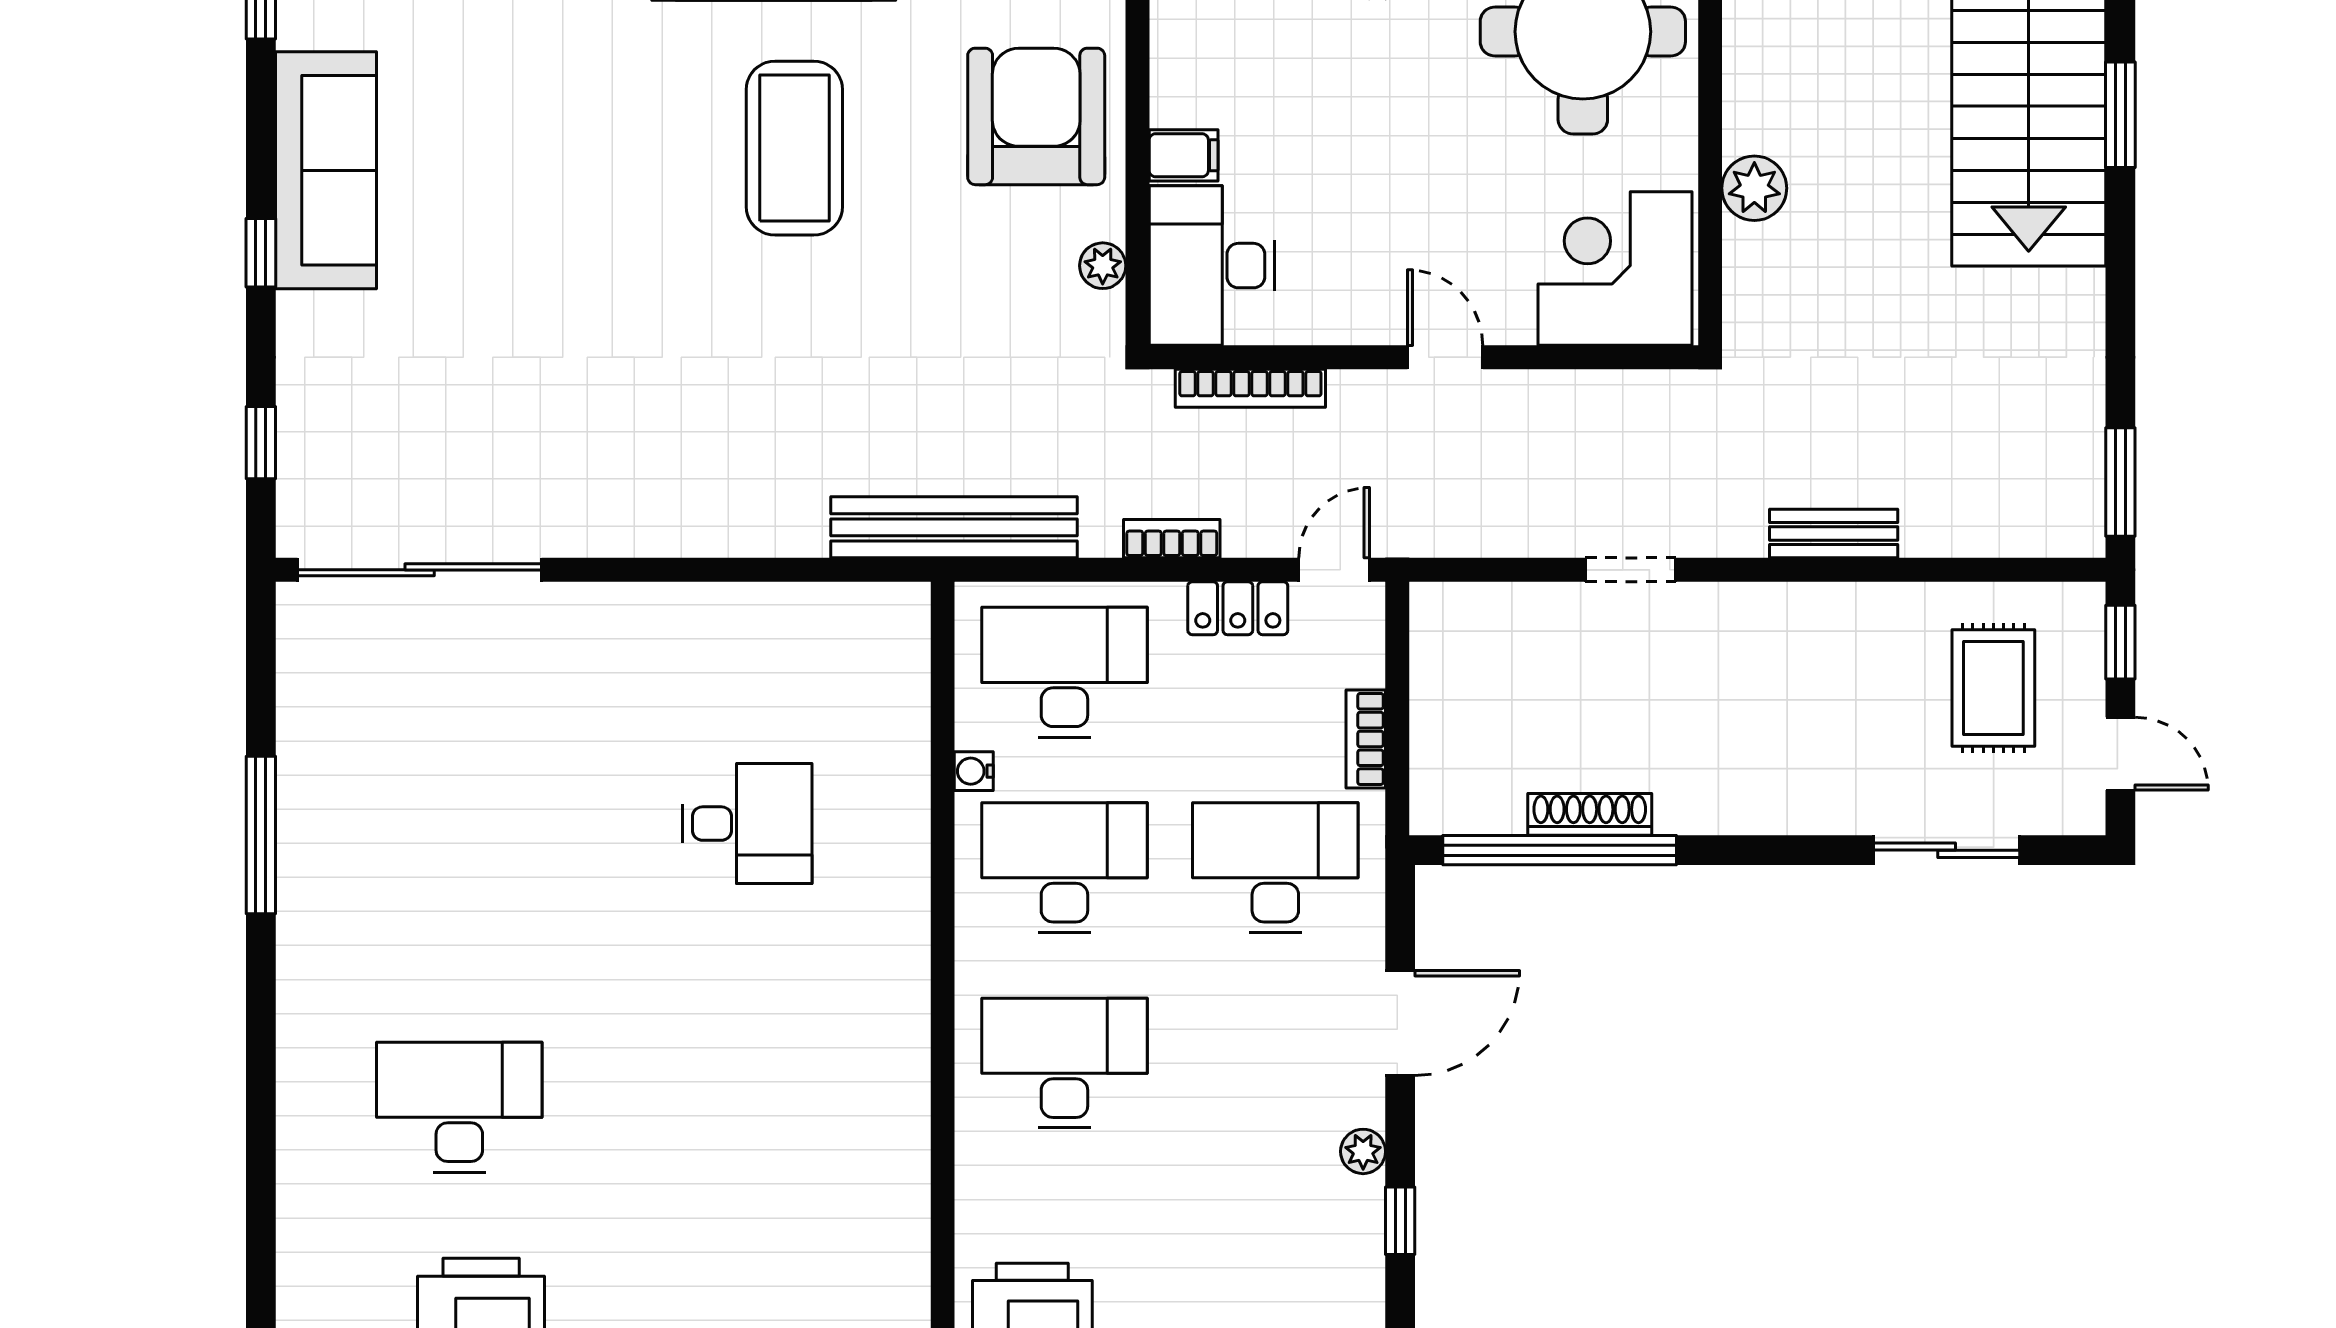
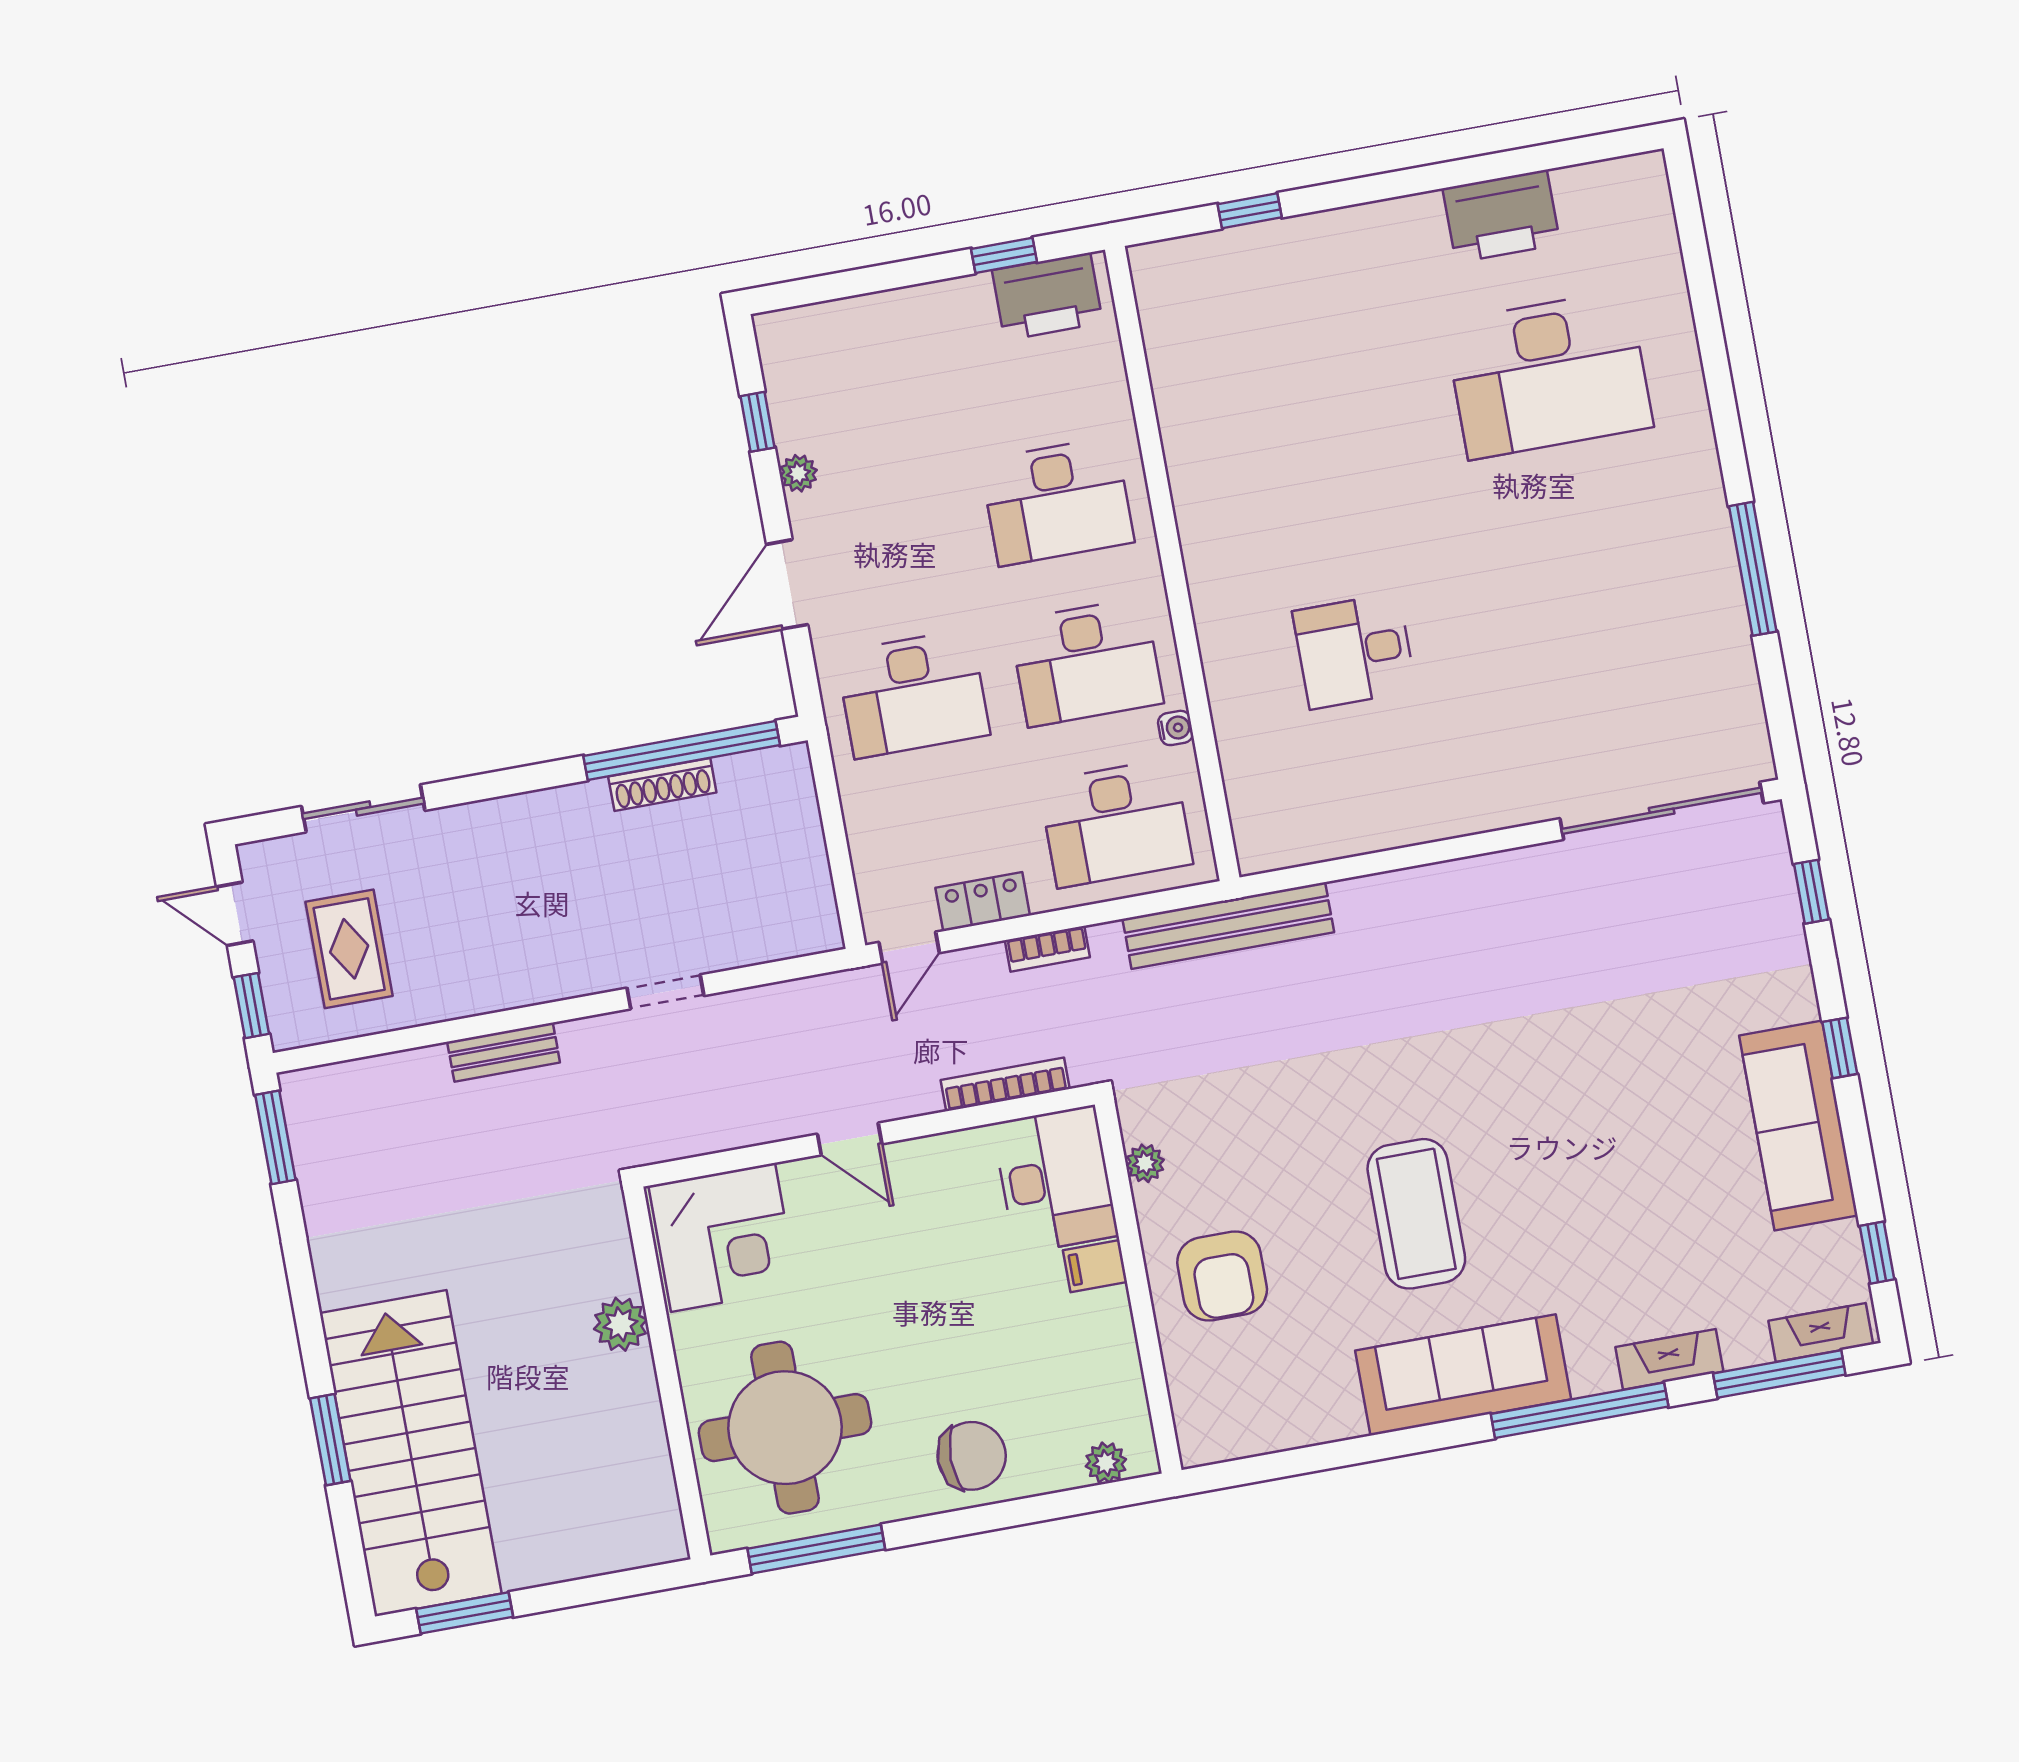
armchair: (1036, 116) -> (1222, 1276), width x0.73, depth x0.73
bookcase: (1366, 739) -> (858, 813), removed
desk: (459, 1107) -> (1549, 375), width x1.36, depth x1.30

